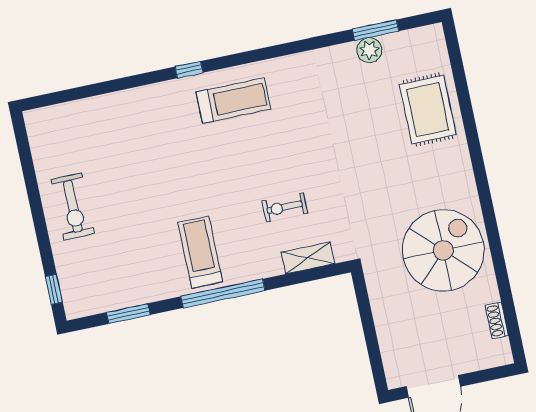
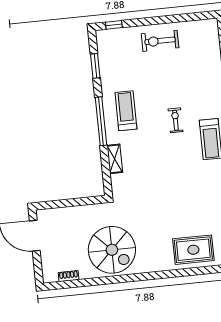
exercise bike: (285, 207) -> (175, 120), moved
treadmill: (200, 252) -> (126, 111), turned -90
shelving: (308, 258) -> (115, 159), moved

